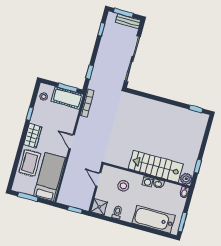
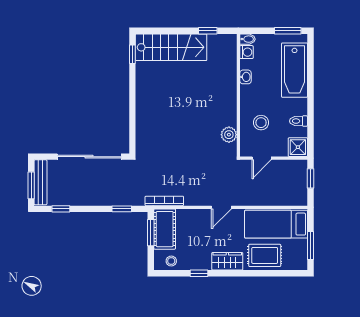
bench: (128, 21) -> (40, 182), width x1.36
stairs: (156, 166) -> (171, 47), moved, turned -90
plant: (186, 179) -> (229, 135), moved
washing machine: (148, 182) -> (246, 52), moved

